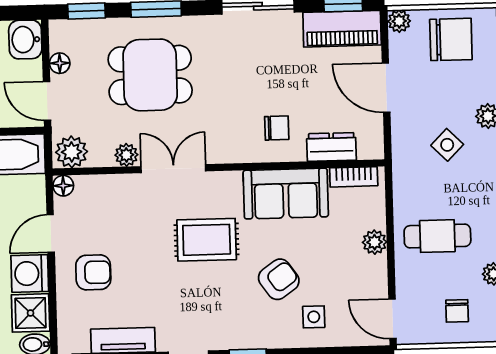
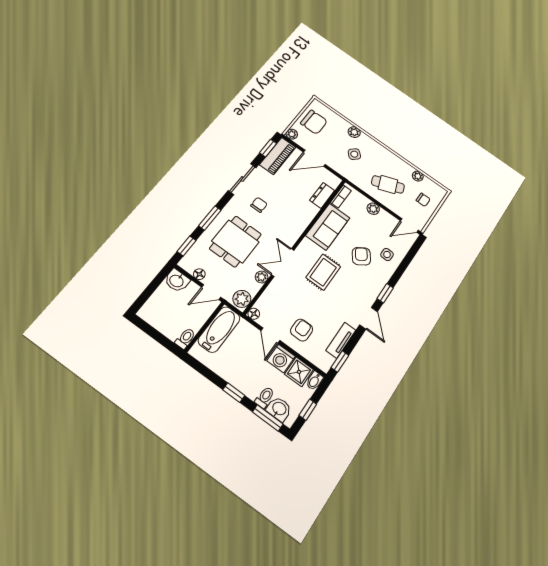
chair: (451, 39) -> (314, 122), turned 90
chair: (277, 128) -> (259, 205), moved
cafe table: (437, 236) -> (388, 184), turned 69

